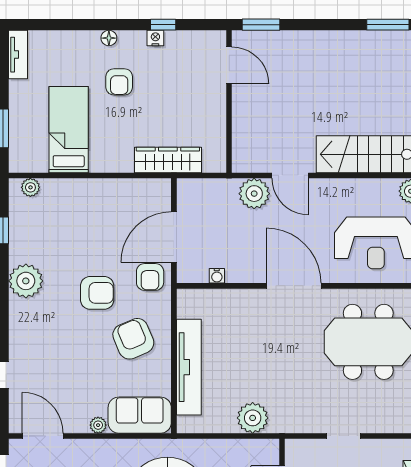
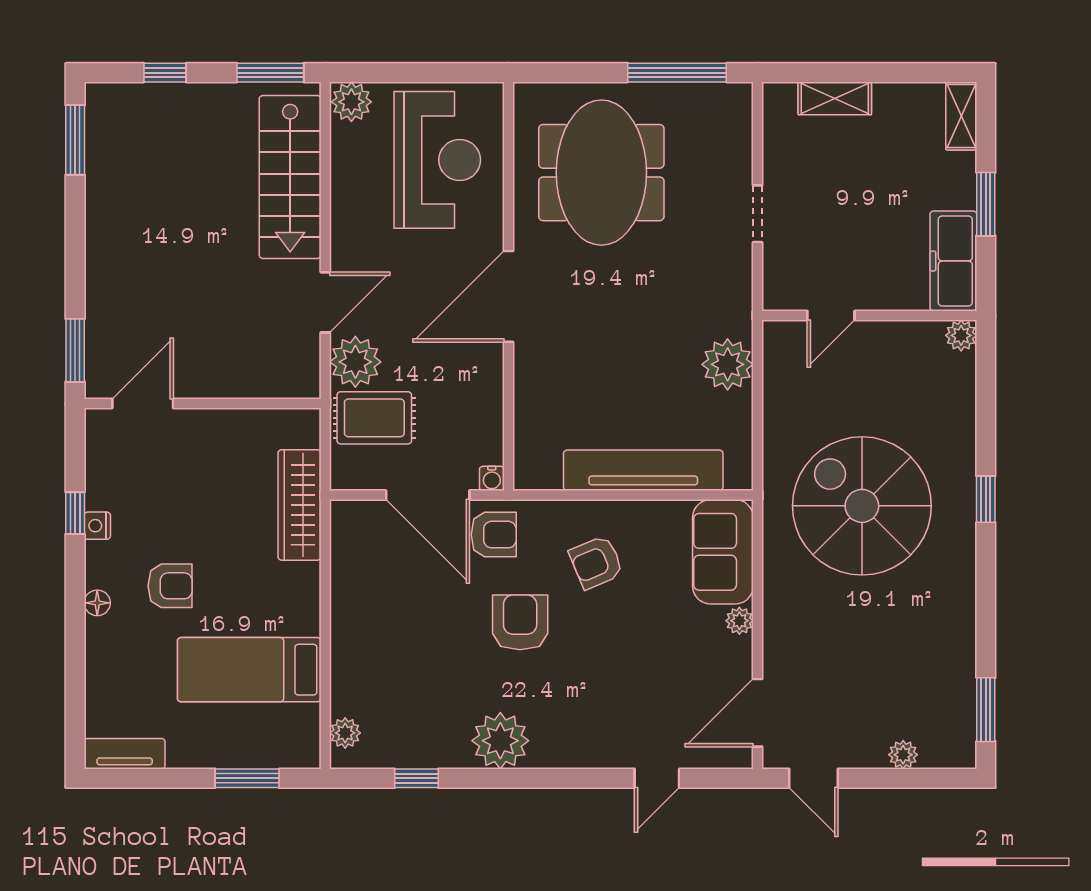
rug: (220, 205) -> (374, 418), added
water cooler: (217, 276) -> (492, 478), moved, turned 90
armchair: (133, 339) -> (596, 562), width x0.72, depth x0.72

